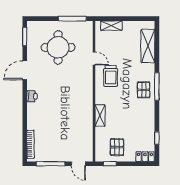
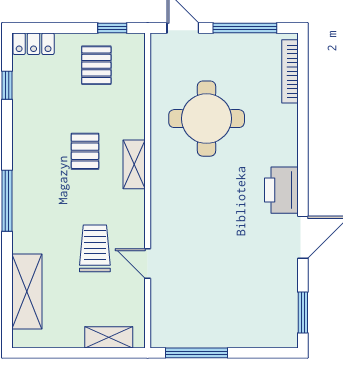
round table: (58, 47) -> (207, 119), moved
trolley: (111, 76) -> (95, 248), moved
pallet: (144, 90) -> (85, 151), moved
printer: (32, 96) -> (281, 190), width x1.87, depth x1.48
shelving: (100, 116) -> (134, 164), moved

